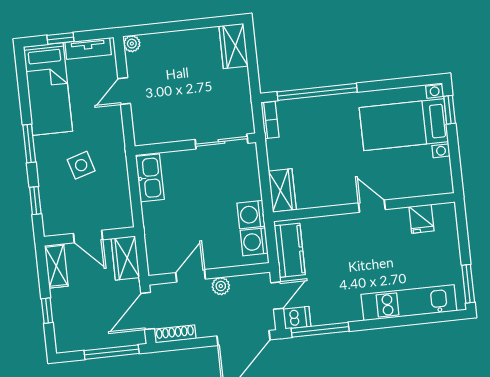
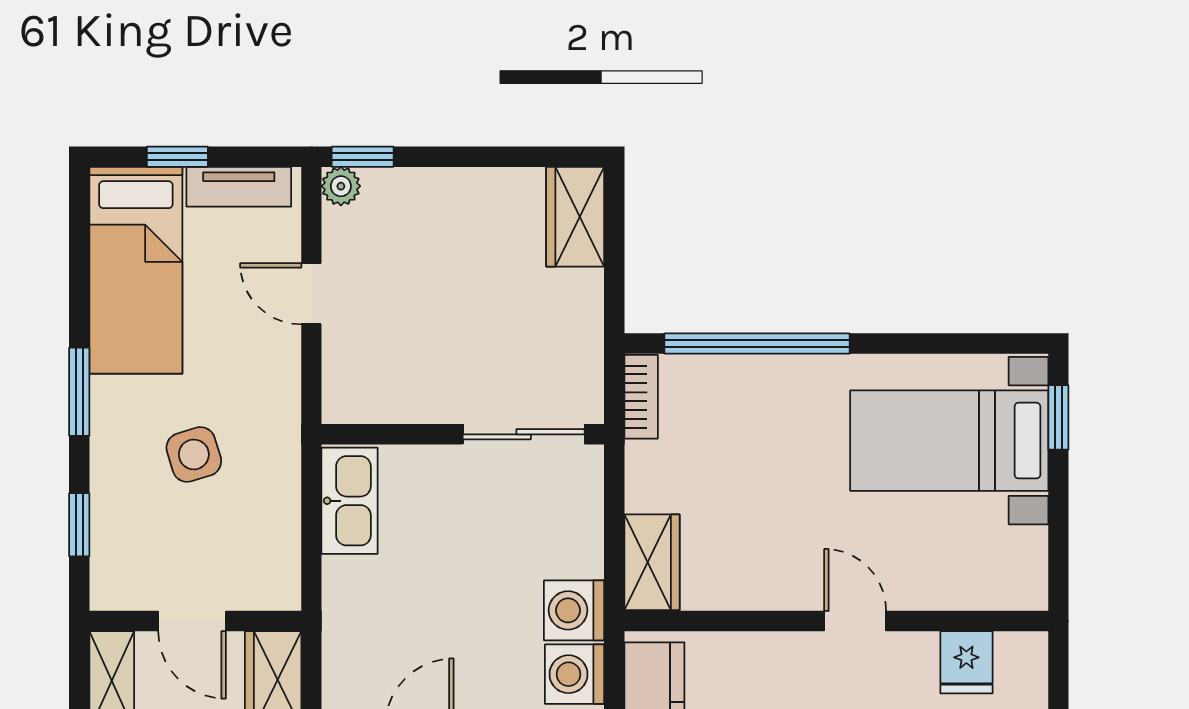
window: (140, 30) -> (363, 157), added
door: (124, 91) -> (311, 294), hinge flipped

